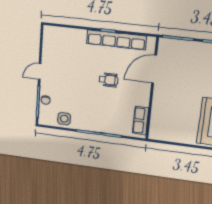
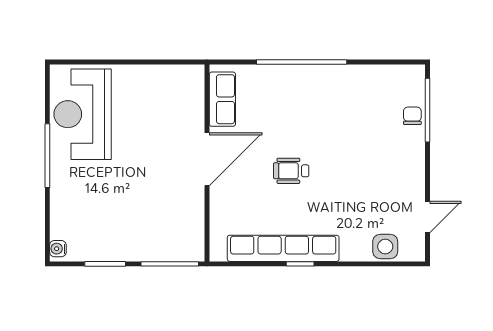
door: (154, 69) -> (207, 159), moved
door: (40, 71) -> (428, 217), moved
side table: (64, 119) -> (385, 246), moved

